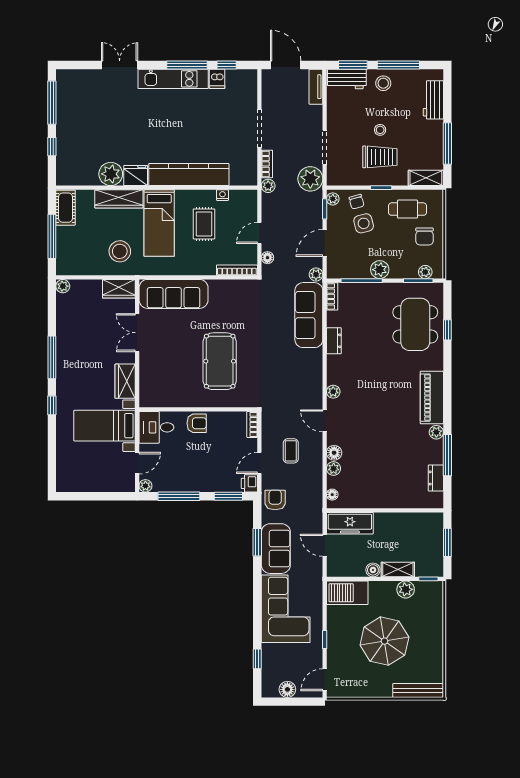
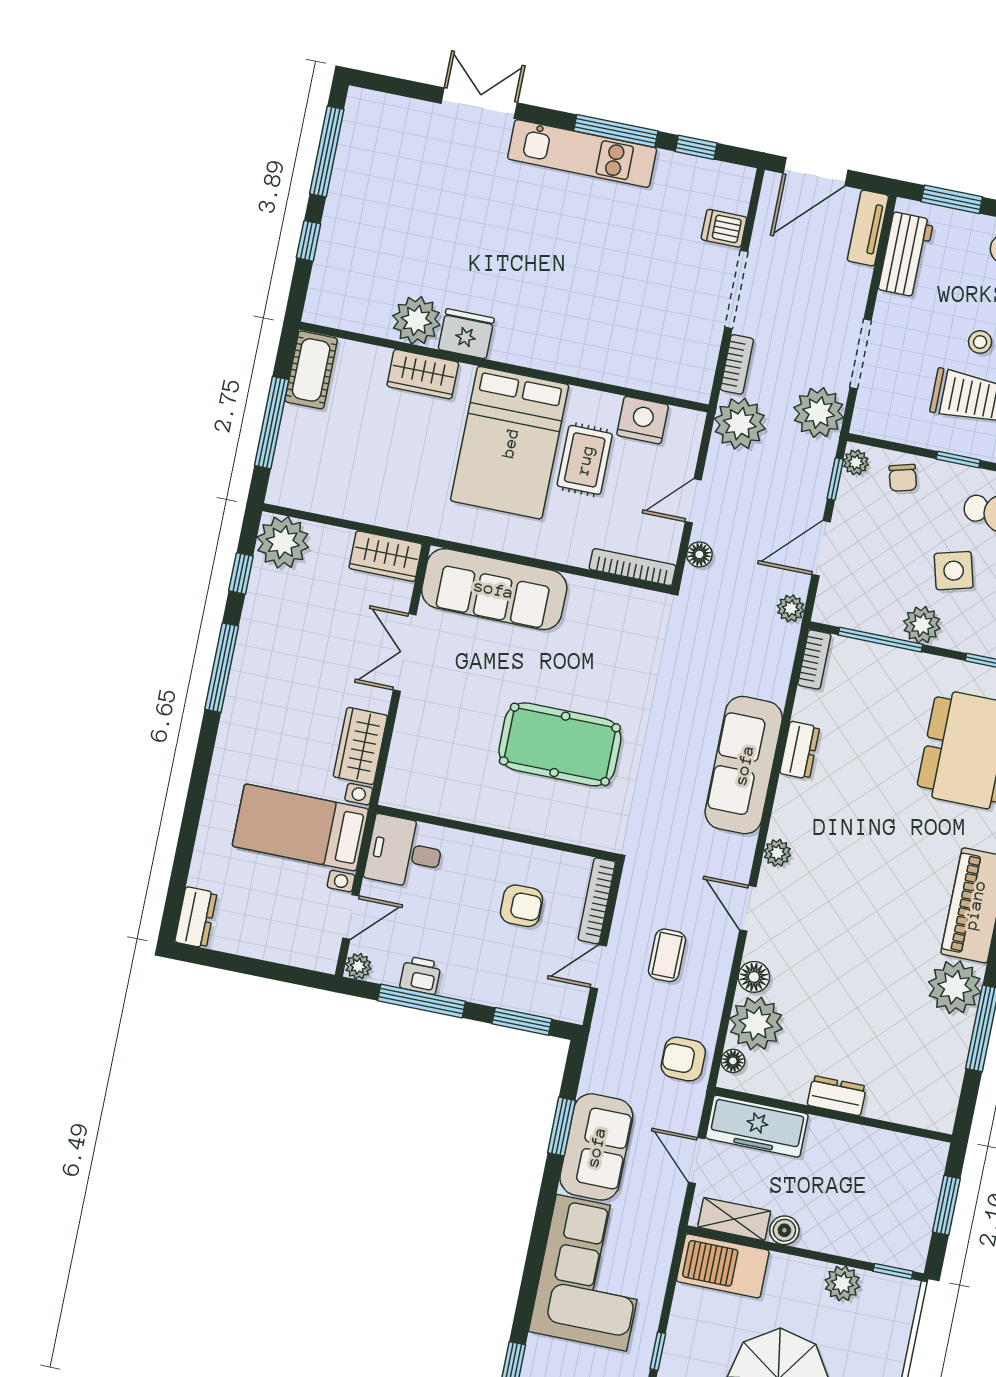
door: (286, 65) -> (816, 172), swing flipped
dishwasher: (217, 79) -> (724, 228), moved, turned 90
workbench: (347, 79) -> (906, 255), moved, turned -90
kitchen counter: (189, 175) -> (574, 354), removed
plant: (268, 186) -> (740, 424), width x1.88, depth x1.88
nightstand: (222, 195) -> (643, 420), width x1.89, depth x1.79
wardrobe: (119, 199) -> (423, 374), width x0.67
bed: (159, 223) -> (510, 443), width x1.50
side table: (364, 223) -> (954, 571), moved
stool: (120, 251) -> (403, 481), removed
plant: (63, 286) -> (283, 542), width x1.88, depth x1.88
sofa: (309, 315) -> (744, 765), moved
pool table: (220, 361) -> (560, 744), turned 90
window: (52, 405) -> (241, 573), moved
armchair: (197, 423) -> (521, 906), moved
bookcase: (252, 424) -> (597, 901), width x1.56
plant: (436, 432) -> (955, 987), width x1.87, depth x1.87
plant: (334, 469) -> (756, 1023), width x1.88, depth x1.88
dresser: (64, 478) -> (196, 917), added
dresser: (436, 478) -> (837, 1096), moved, turned 90
printer: (249, 483) -> (420, 975), moved, turned 90
armchair: (275, 500) -> (683, 1059), moved, turned -90
shelving: (398, 569) -> (734, 1219), moved

